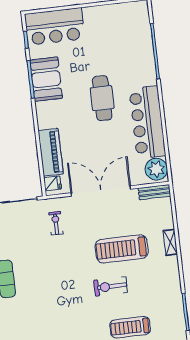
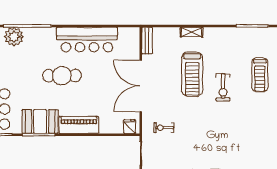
piano: (51, 152) -> (79, 125), moved
plant: (156, 169) -> (14, 37), moved

